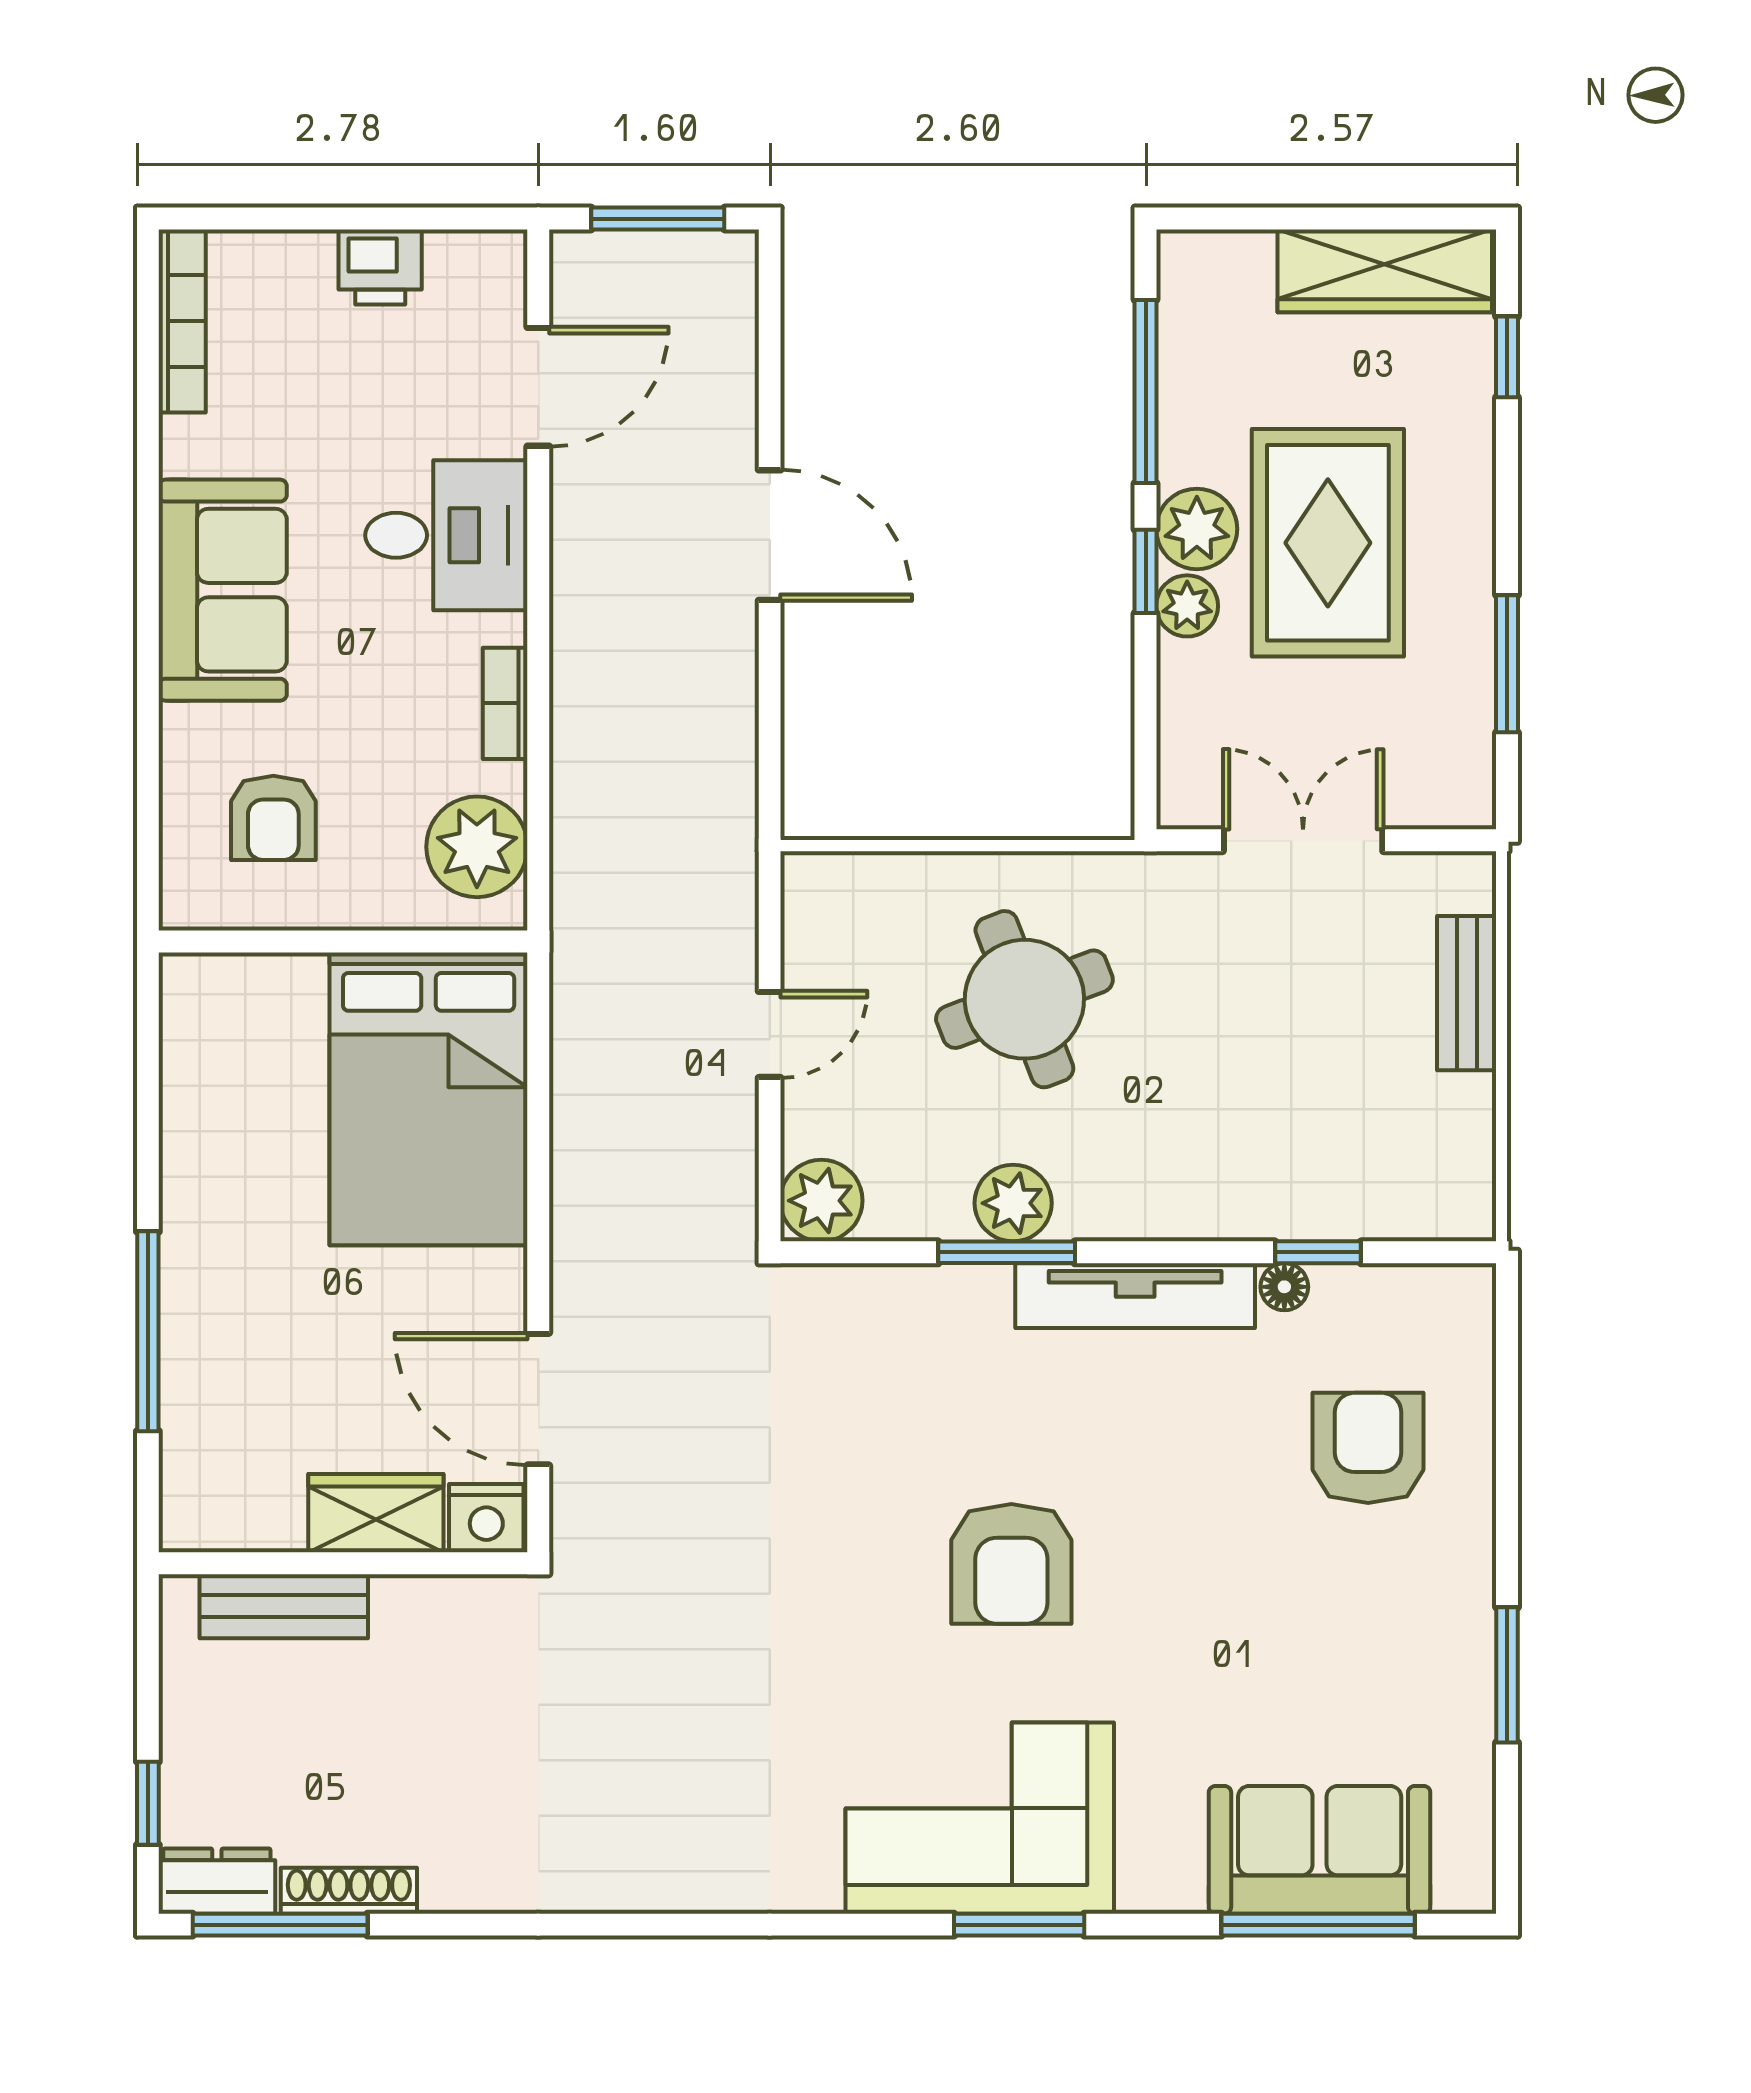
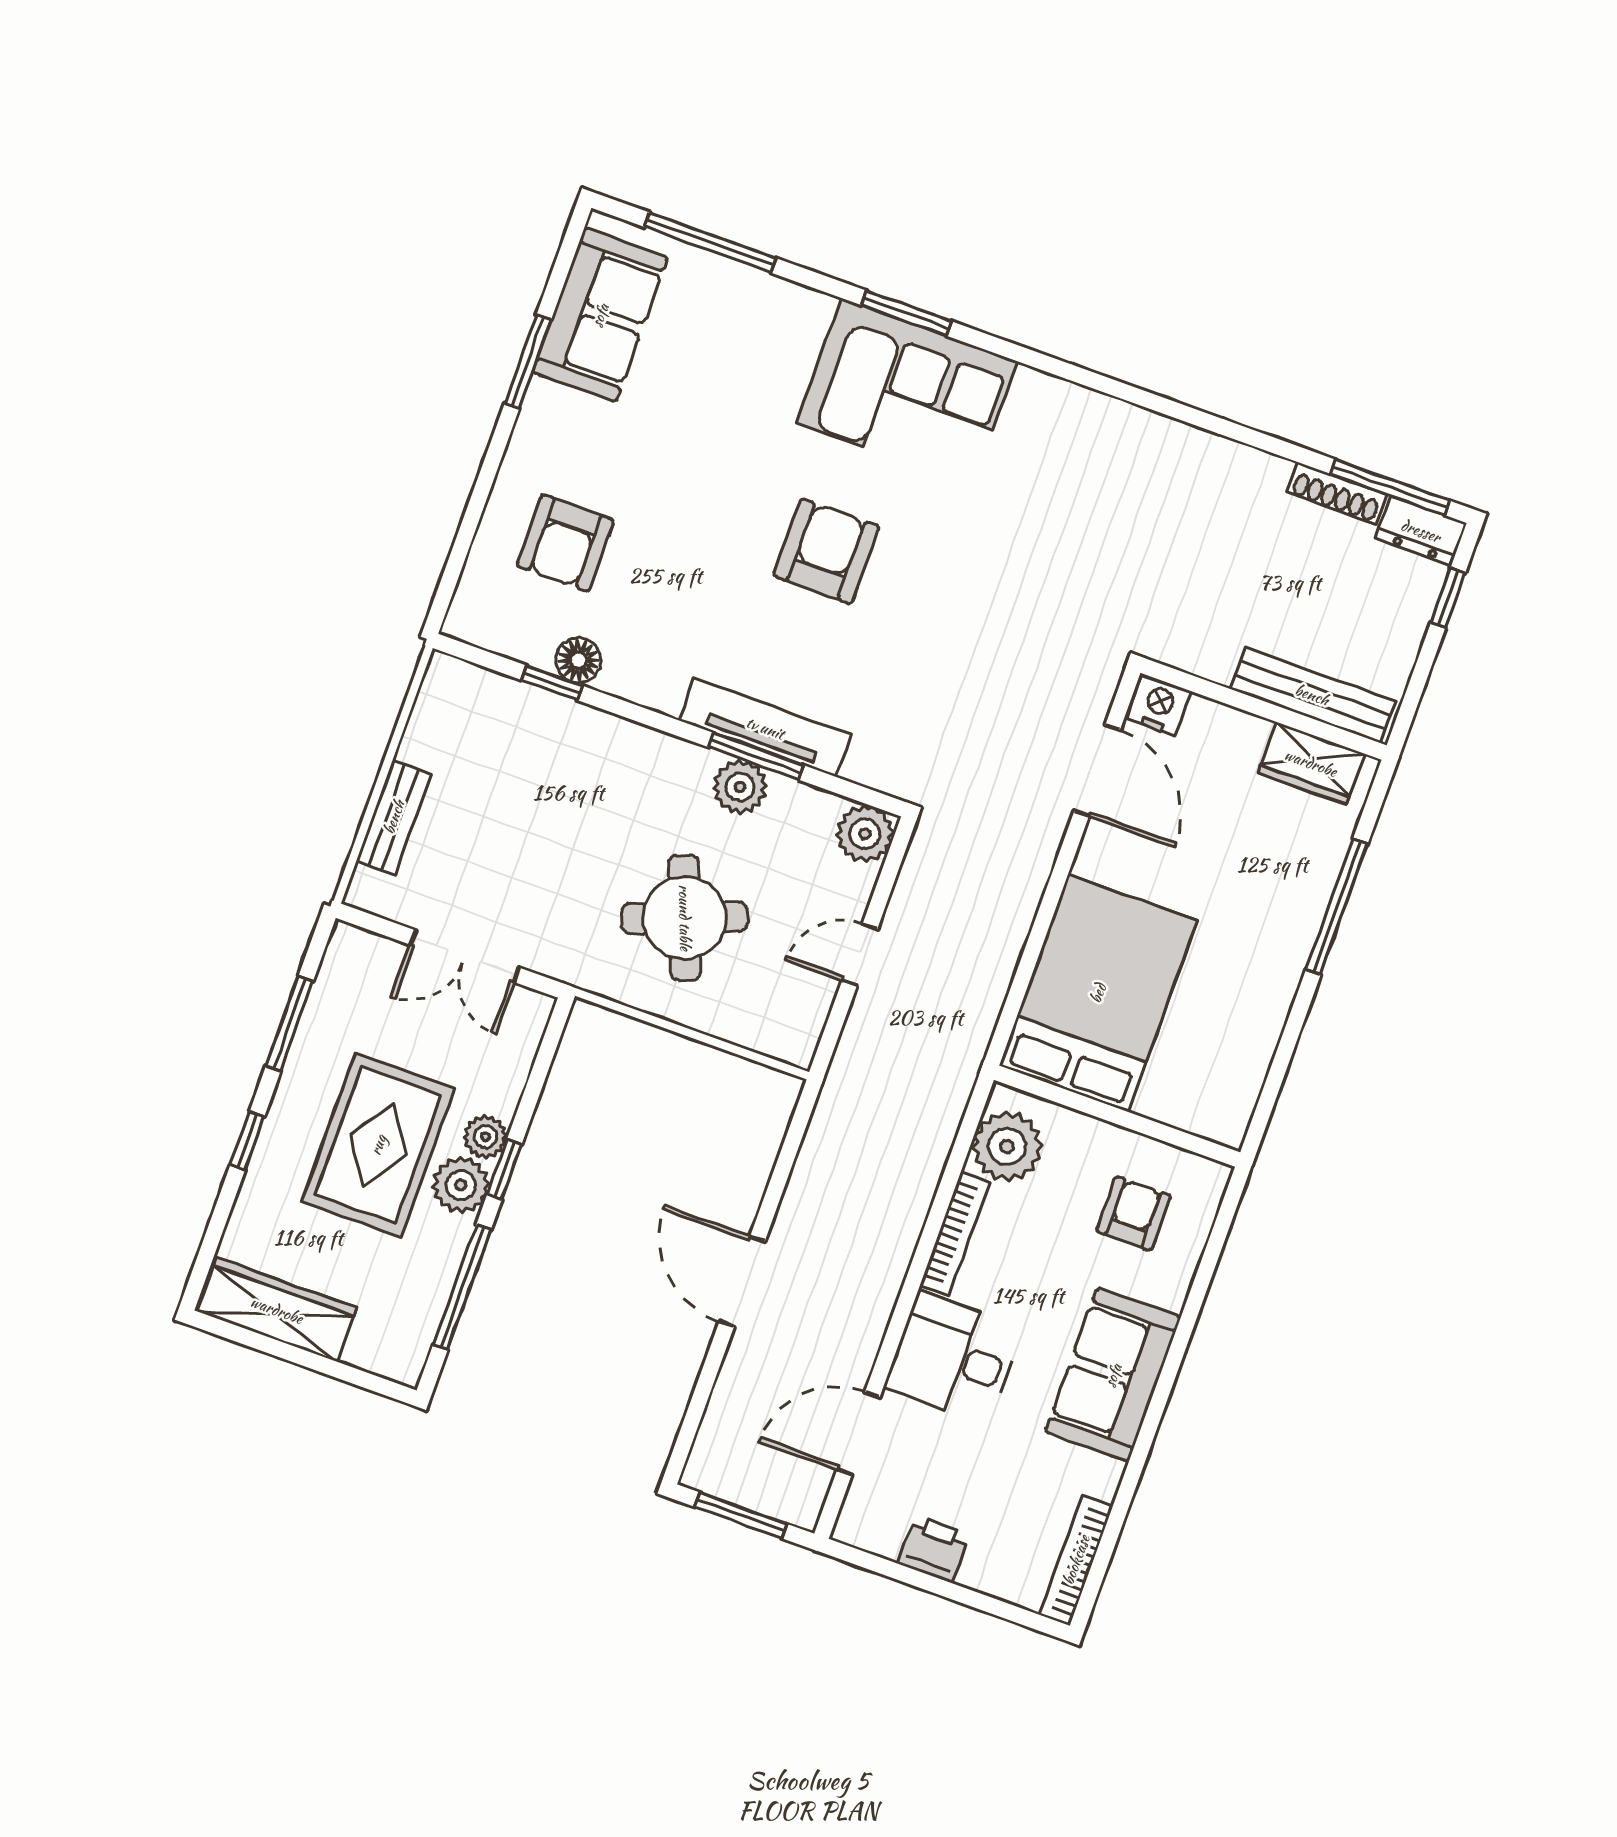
window: (1507, 357) -> (247, 1141), moved
bookcase: (505, 703) -> (955, 1234), width x1.56
floor lamp: (1284, 1287) -> (578, 660), width x1.37, depth x1.37
tv unit: (1135, 1296) -> (765, 728), moved
wardrobe: (376, 1513) -> (1311, 763), moved
bench: (284, 1606) -> (1312, 695), width x1.36
sofa: (1320, 1850) -> (600, 315), moved, turned -90

